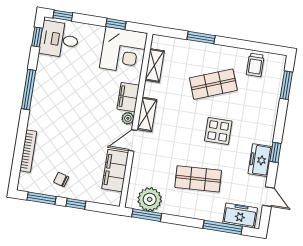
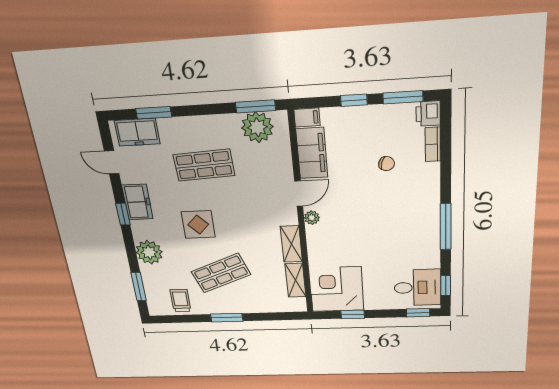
window: (201, 38) -> (227, 318), moved
filing cabinet: (128, 97) -> (307, 117), moved, width x0.50
shelving: (147, 114) -> (291, 244), moved
plant: (266, 115) -> (149, 252), added
bookcase: (28, 151) -> (433, 144), width x0.64
chair: (61, 180) -> (387, 164), moved
printer: (26, 182) -> (428, 114), added
window: (223, 227) -> (154, 113), width x0.69

